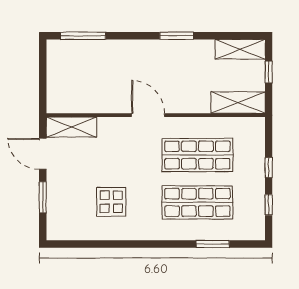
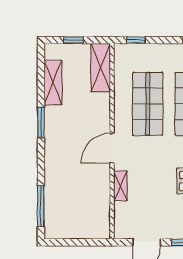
shelving: (240, 49) -> (53, 83), moved
shelving: (71, 127) -> (120, 186), moved, width x0.67, depth x0.75
window: (269, 168) -> (136, 40), moved

